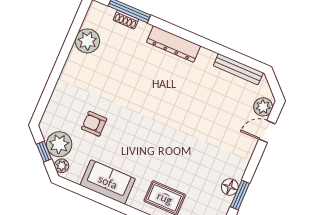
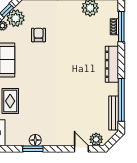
window: (225, 52) -> (121, 100), added

